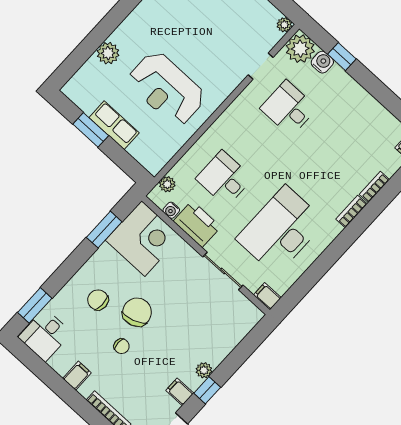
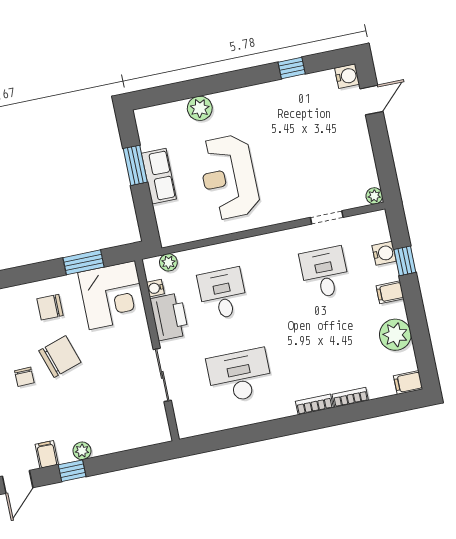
plant: (300, 49) -> (395, 335), moved
desk: (281, 230) -> (240, 376), width x0.73, depth x0.77
filing cabinet: (267, 296) -> (390, 292), moved, turned -90
chair: (98, 300) -> (50, 307), moved, turned -90

